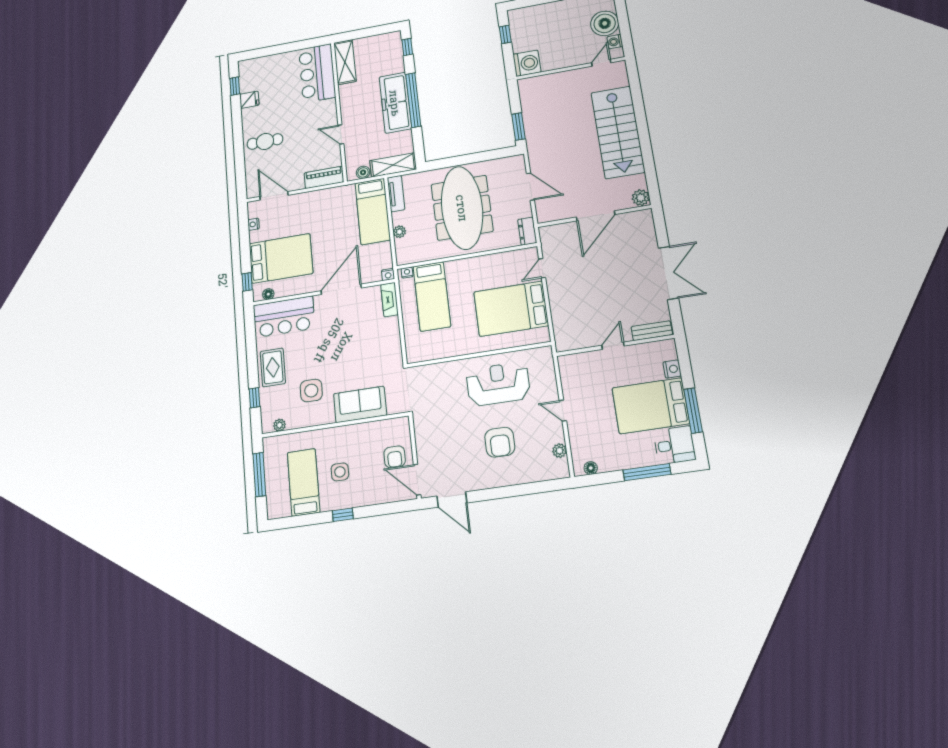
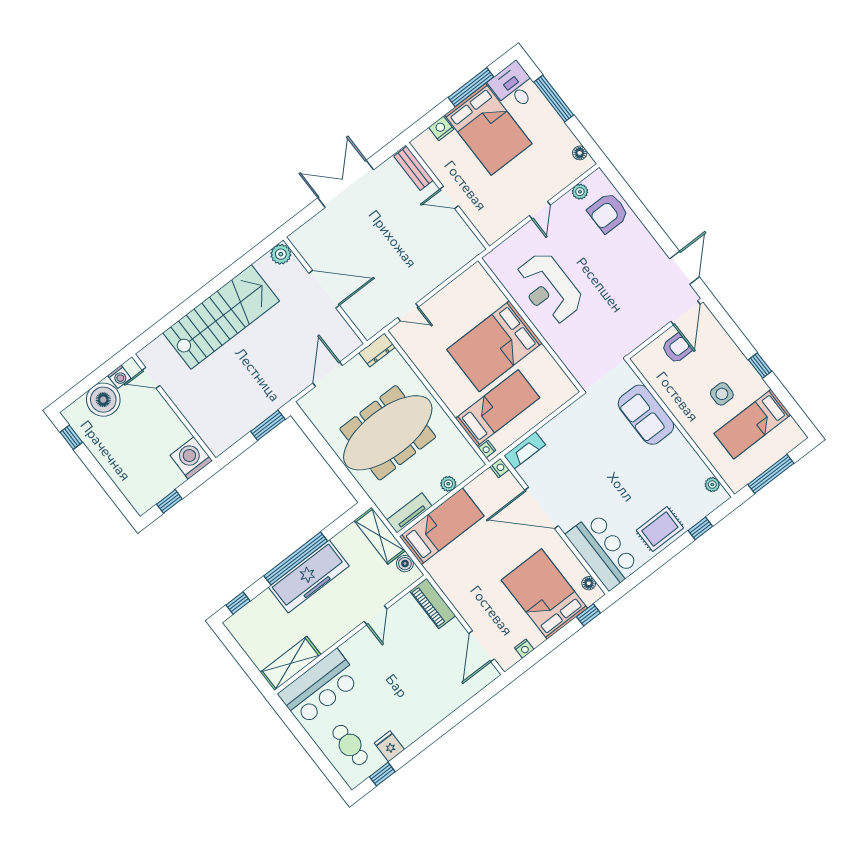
cafe table: (265, 141) -> (350, 745), moved
bed: (511, 309) -> (494, 346), moved, turned 90
side table: (311, 391) -> (660, 474), removed
armchair: (500, 442) -> (608, 213), moved, turned 180

